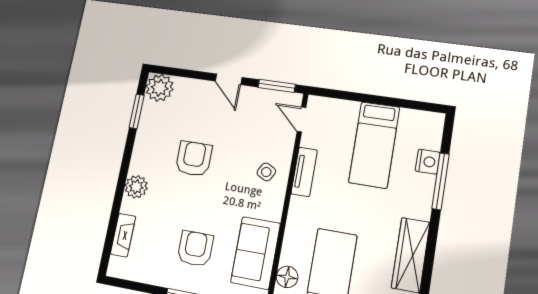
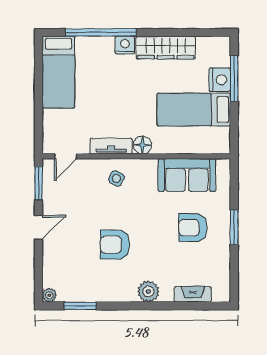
plant: (160, 88) -> (49, 295), width x0.53, depth x0.53
bed: (374, 145) -> (58, 72), moved, turned 90
nightstand: (428, 162) -> (125, 45), moved
window: (441, 181) -> (101, 32), width x1.46
floor lamp: (287, 277) -> (142, 145), moved

